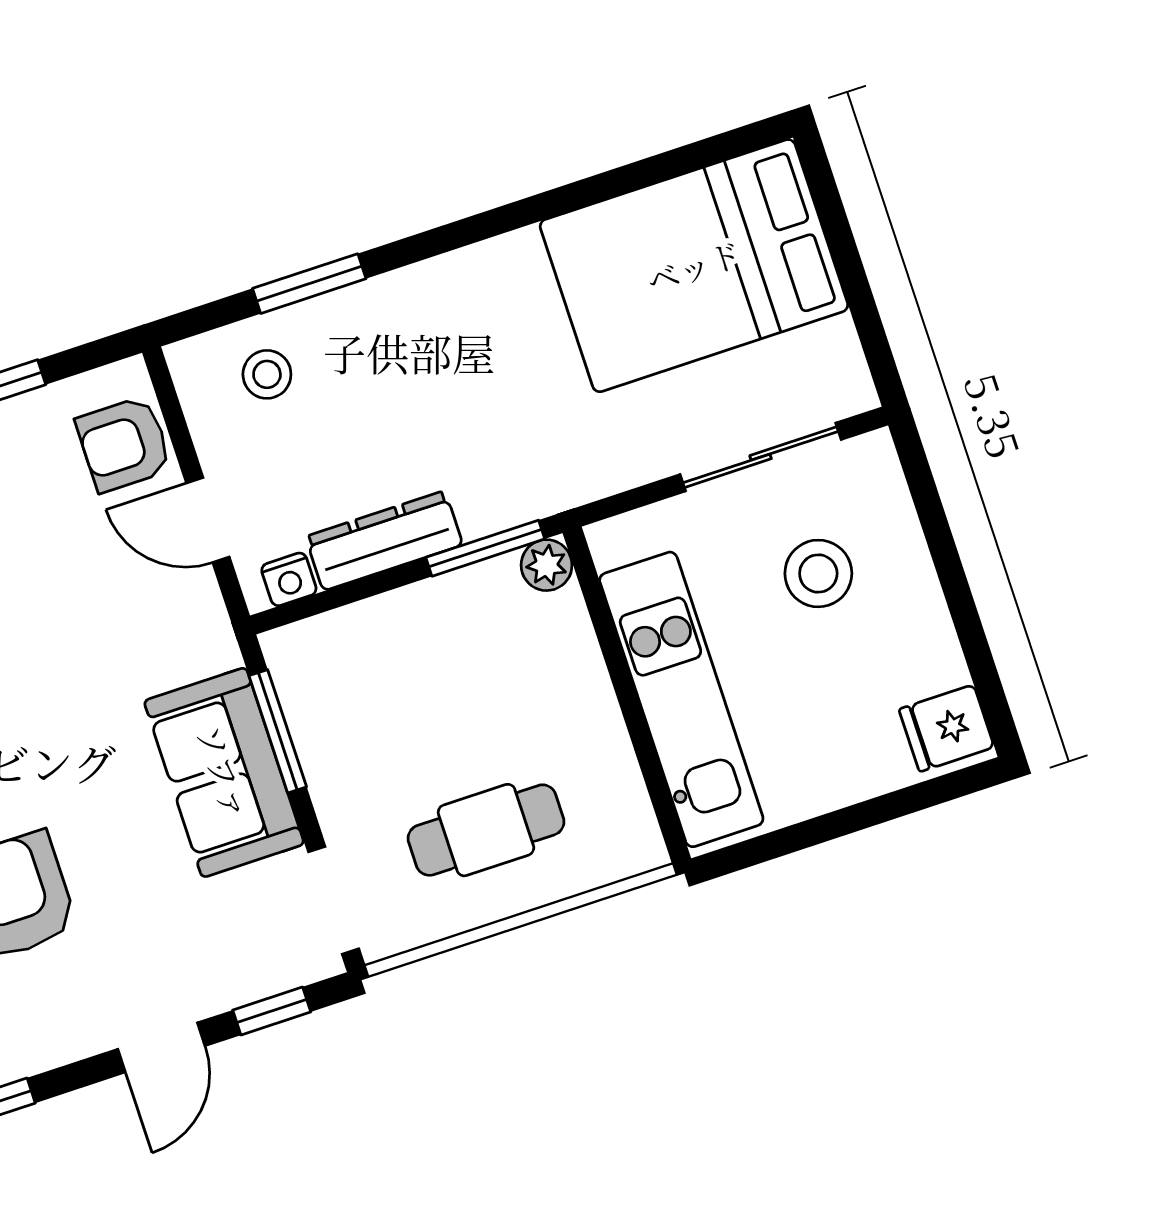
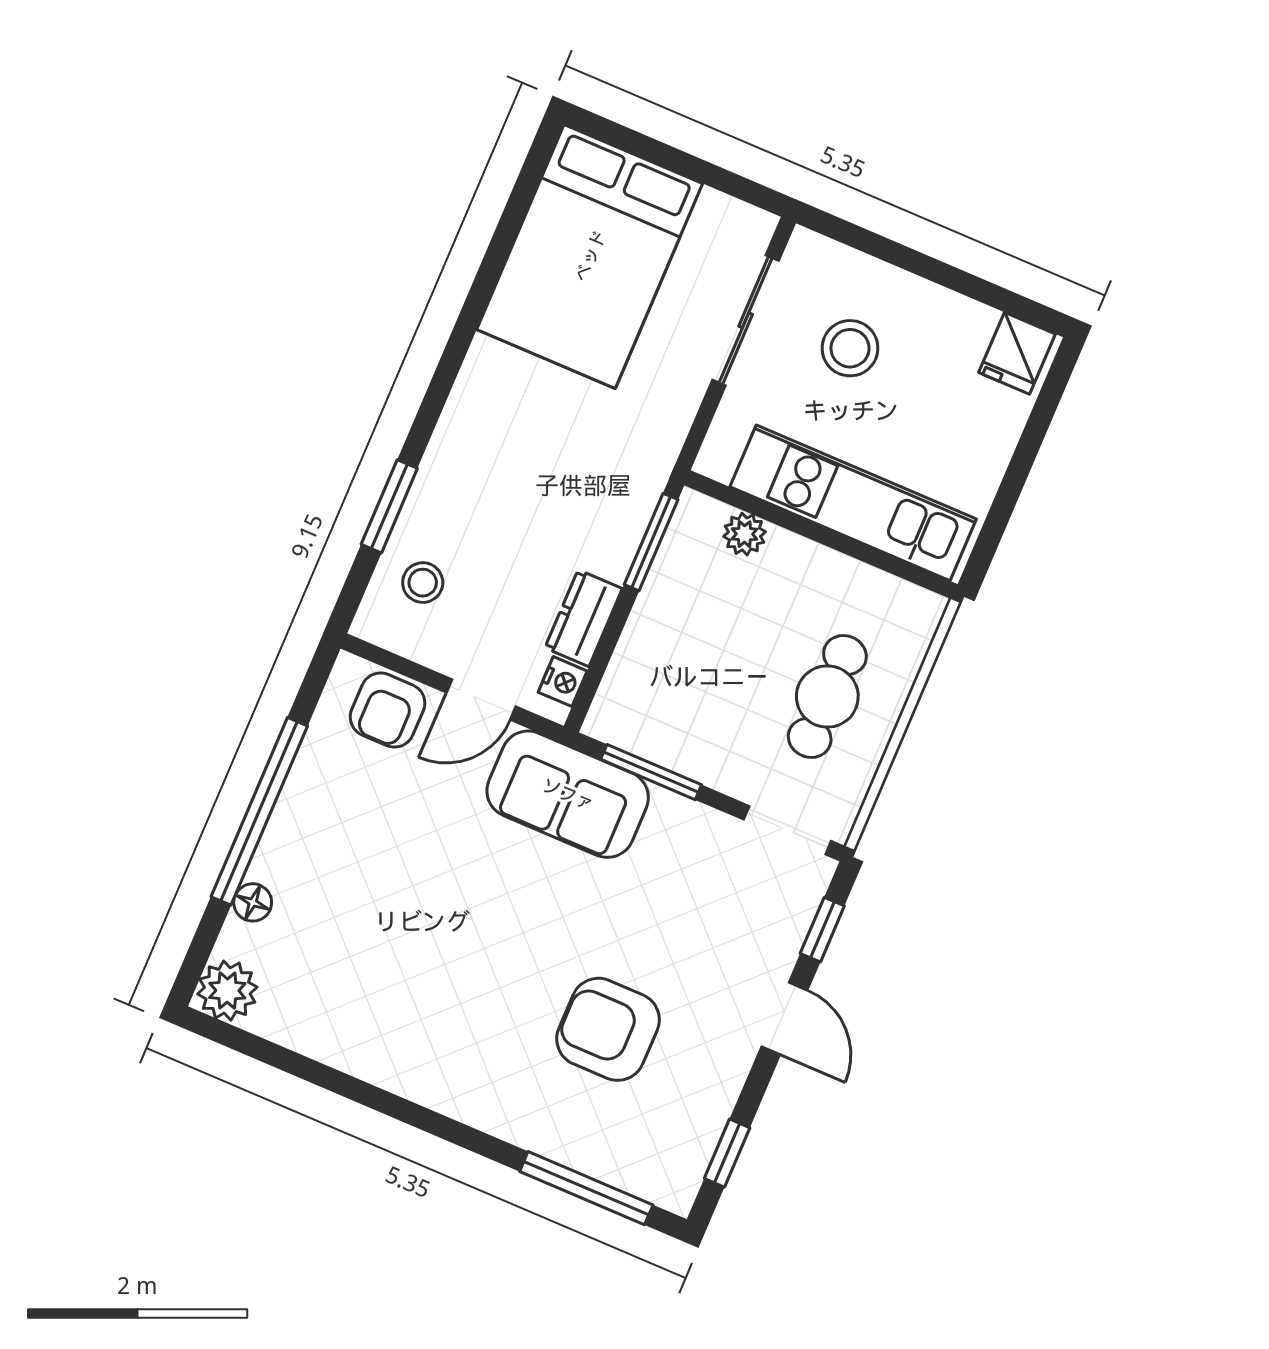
dresser: (384, 541) -> (584, 618), width x0.70
plant: (547, 565) -> (745, 534), moved
sofa: (224, 772) -> (568, 794), moved

